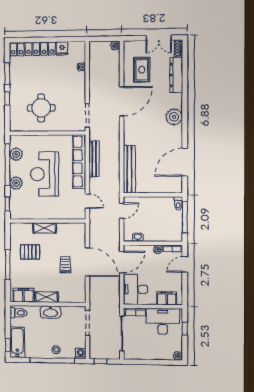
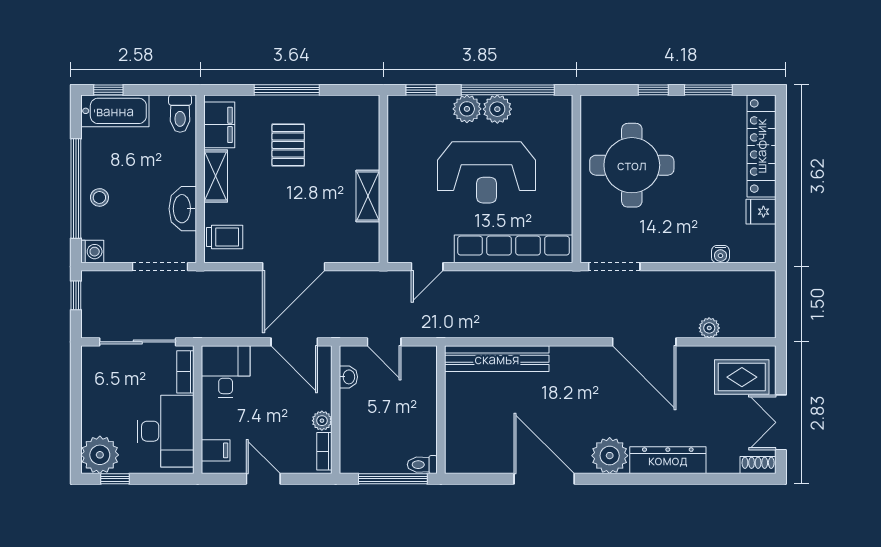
plant: (115, 46) -> (709, 328), moved
rug: (142, 70) -> (742, 377), moved
dresser: (176, 75) -> (668, 460), moved
round table: (41, 108) -> (632, 165), width x1.36, depth x1.36
plant: (16, 154) -> (497, 109), moved
bench: (94, 159) -> (520, 282), removed
door: (185, 162) -> (544, 479), moved
reception desk: (45, 174) -> (486, 172), turned 180
door: (122, 211) -> (384, 342), moved
shelving: (45, 228) -> (368, 196), moved
pallet: (30, 252) -> (288, 145), moved
door: (185, 264) -> (263, 479), moved
trolley: (65, 265) -> (225, 237), moved
desk: (135, 289) -> (226, 372), width x0.73
filing cabinet: (167, 298) -> (216, 450), width x0.50
washbasin: (51, 312) -> (183, 209), moved
window: (185, 329) -> (115, 479), moved
plant: (178, 356) -> (100, 455), width x1.88, depth x1.88

